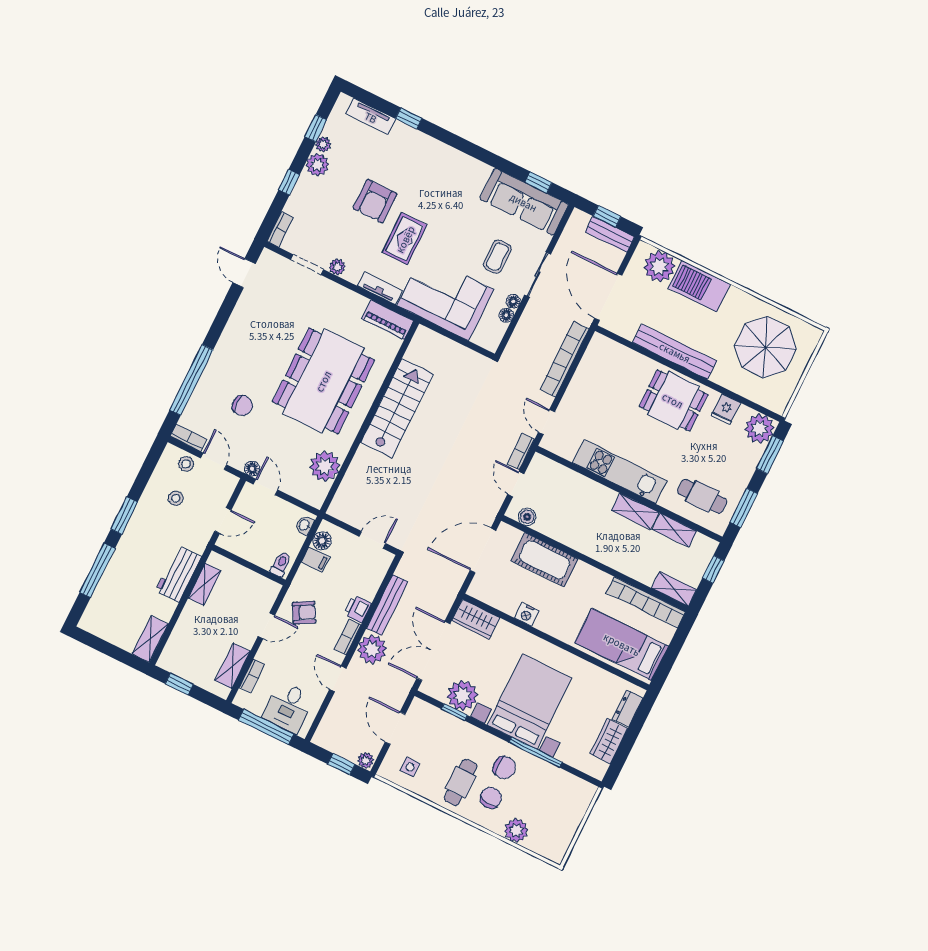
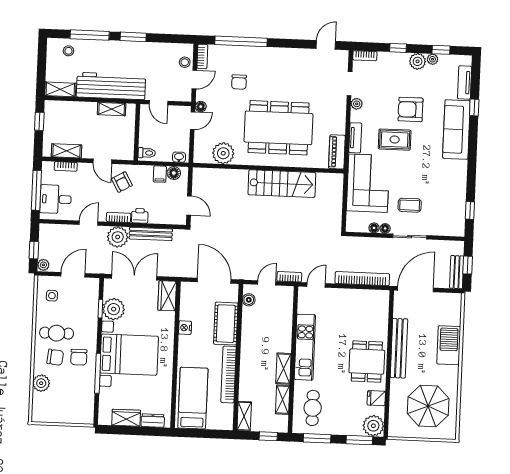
sofa: (524, 202) -> (456, 130), moved
plant: (659, 266) -> (450, 314), removed
stool: (176, 498) -> (68, 51), moved
workbench: (178, 574) -> (111, 86), width x1.88, depth x1.32
bookcase: (646, 602) -> (229, 374), moved

